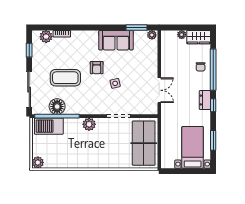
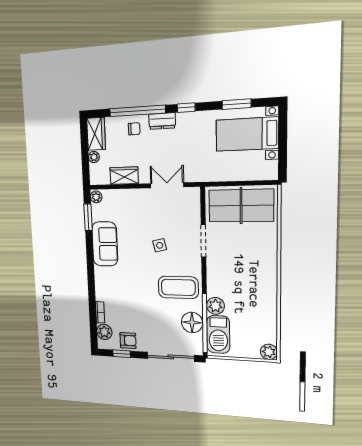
wardrobe: (167, 58) -> (124, 176), added
armchair: (97, 68) -> (128, 340), moved
coffee table: (65, 78) -> (178, 287), moved, turned 90
dresser: (205, 100) -> (162, 121), moved
plant: (89, 124) -> (215, 306), moved

